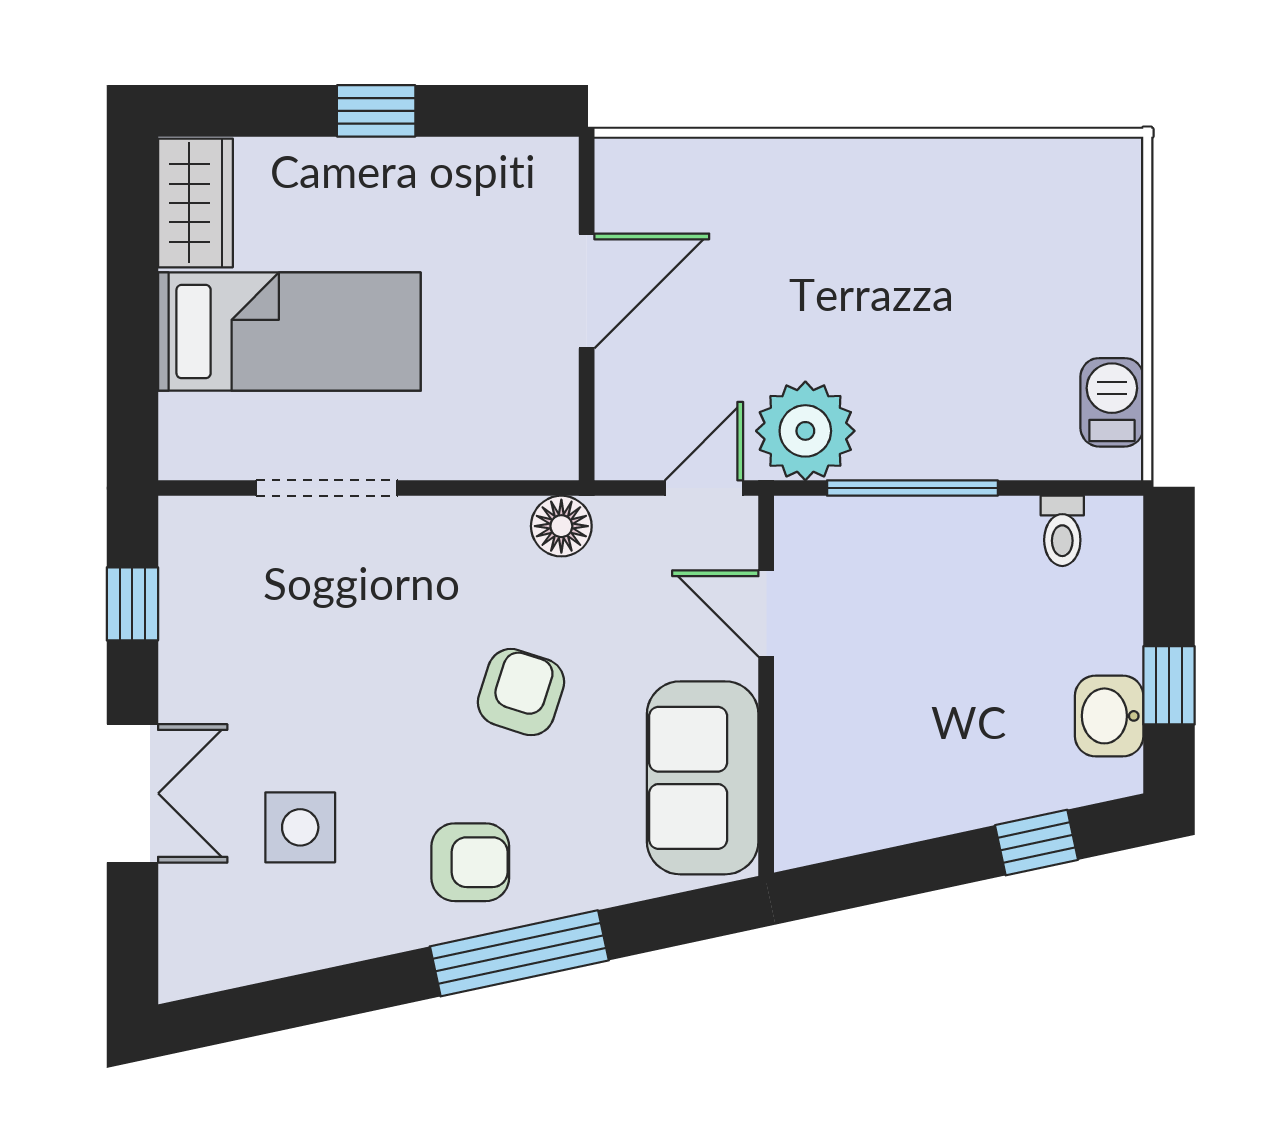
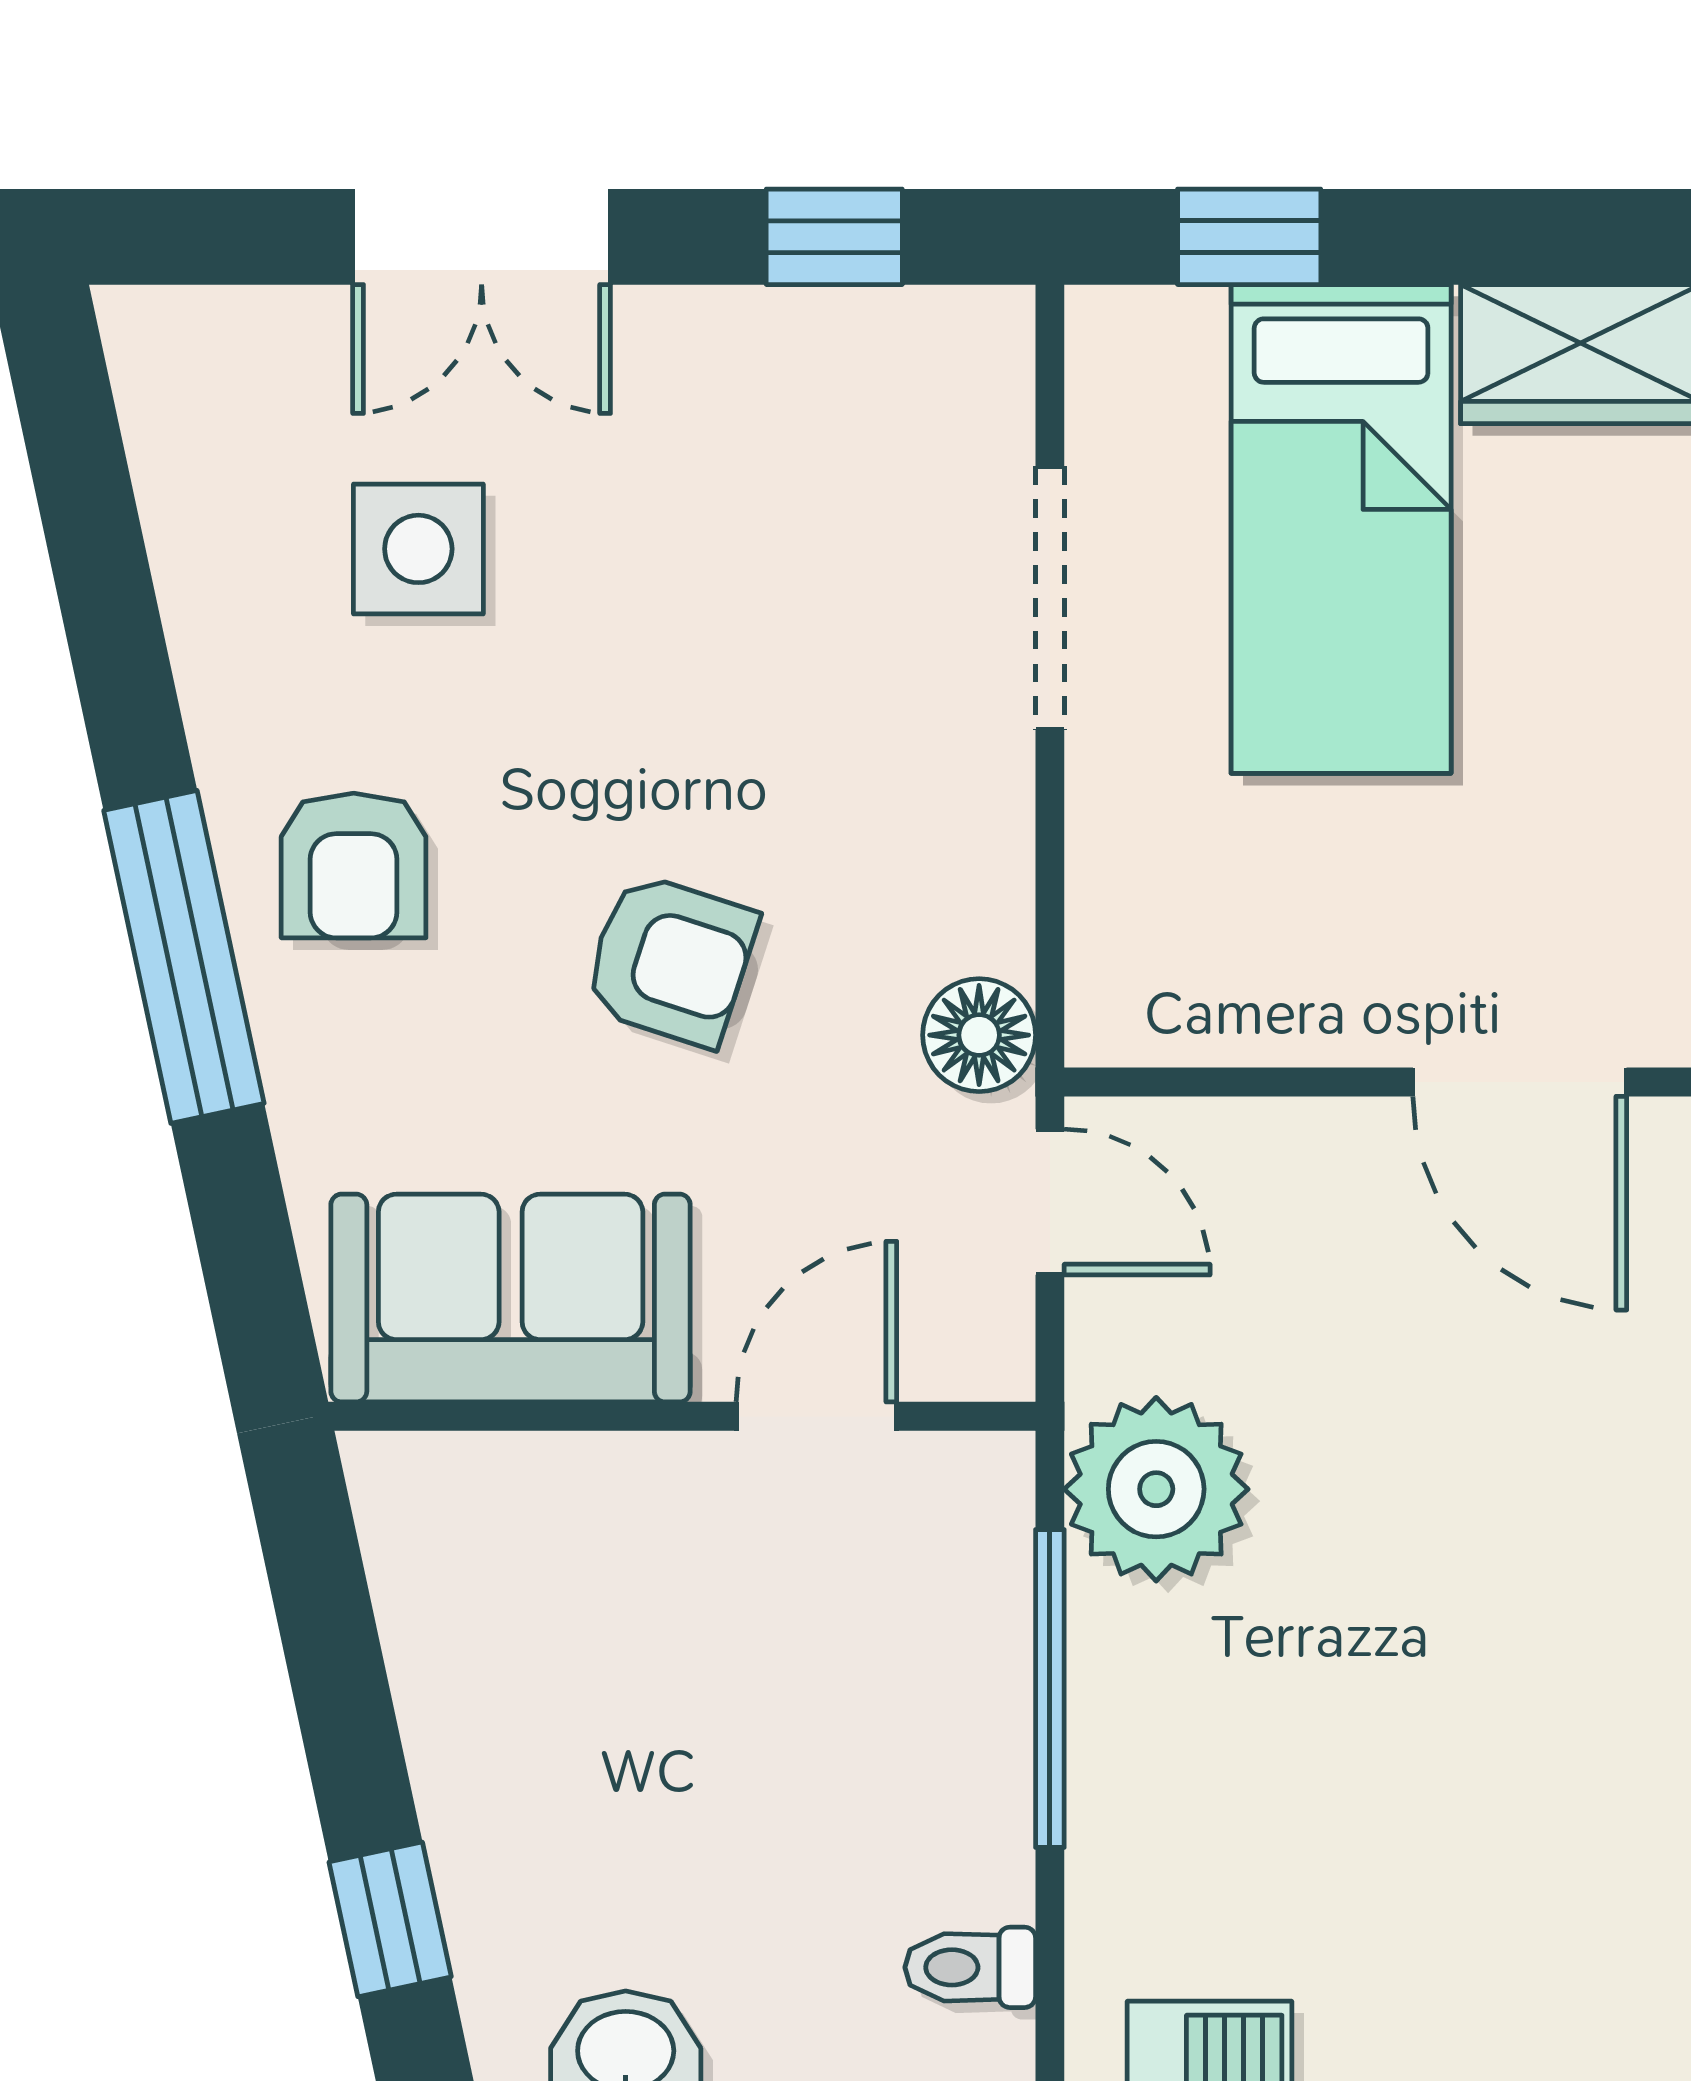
door: (587, 291) -> (1520, 1082), moved
window: (132, 381) -> (1249, 237), added
door: (704, 488) -> (1050, 1202), moved

